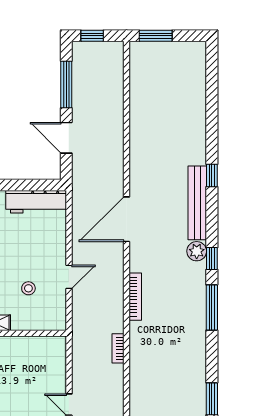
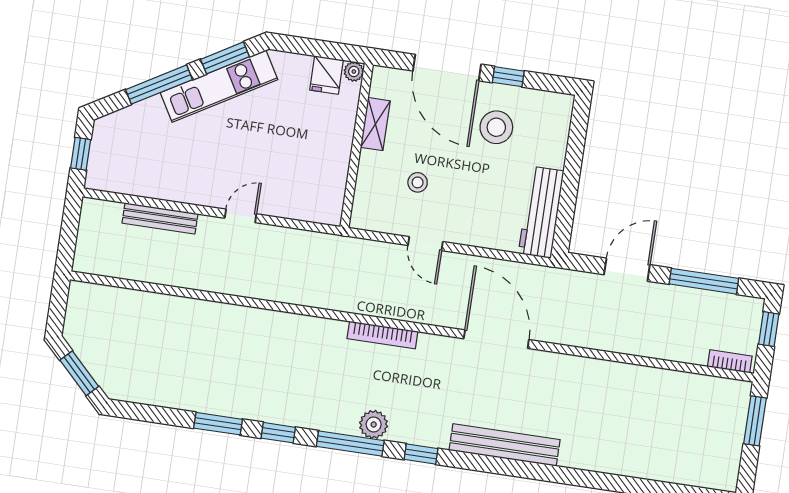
window: (212, 175) -> (278, 433), moved
plant: (197, 251) -> (374, 424), moved
bookcase: (118, 348) -> (730, 361), moved

